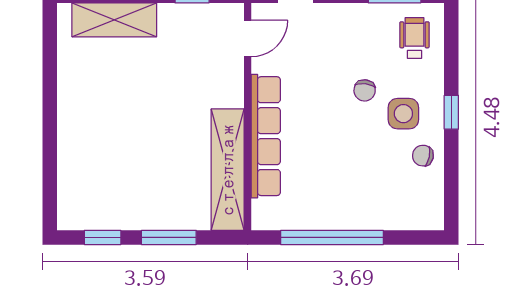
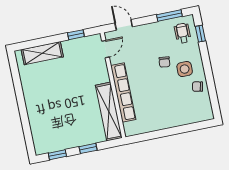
window: (451, 112) -> (200, 34), moved
window: (169, 237) -> (88, 148), width x0.67
window: (332, 237) -> (163, 133), removed

